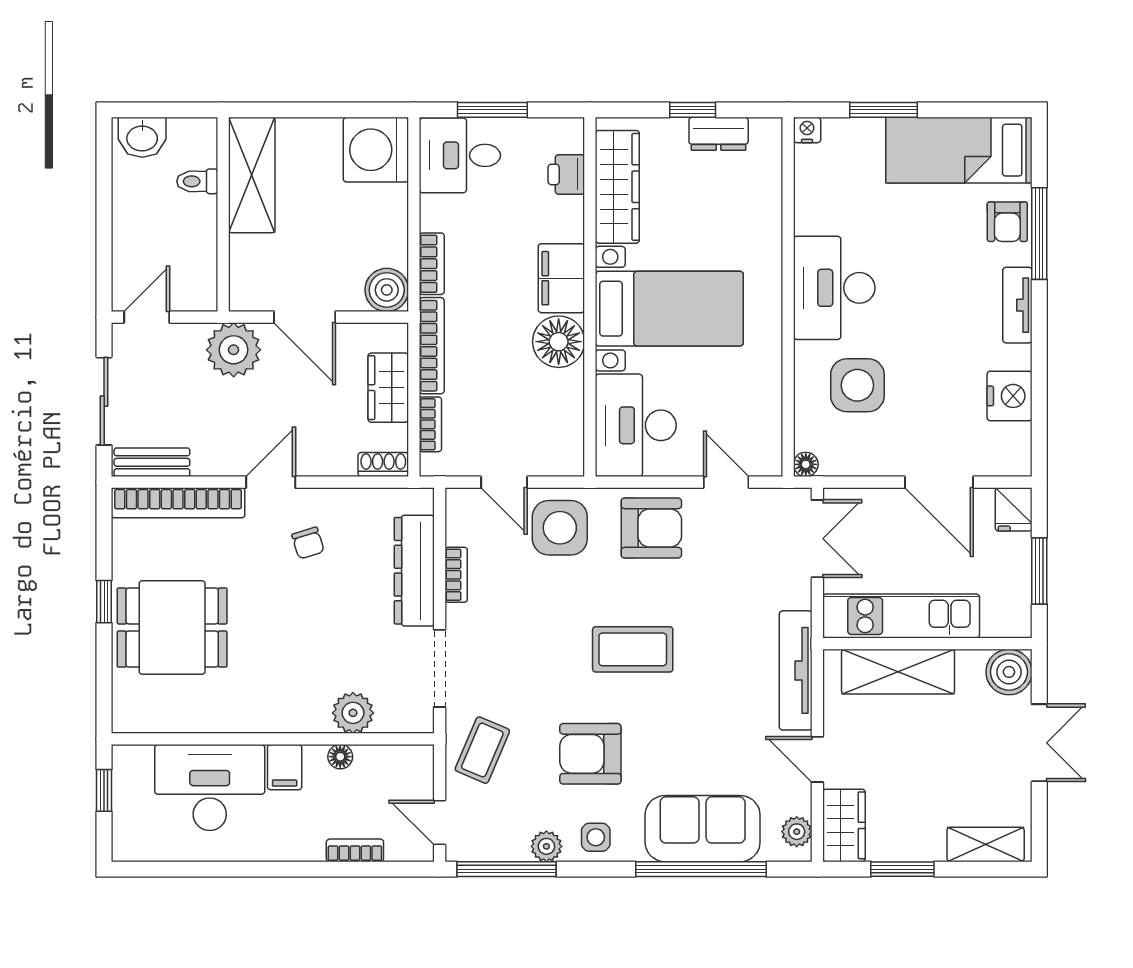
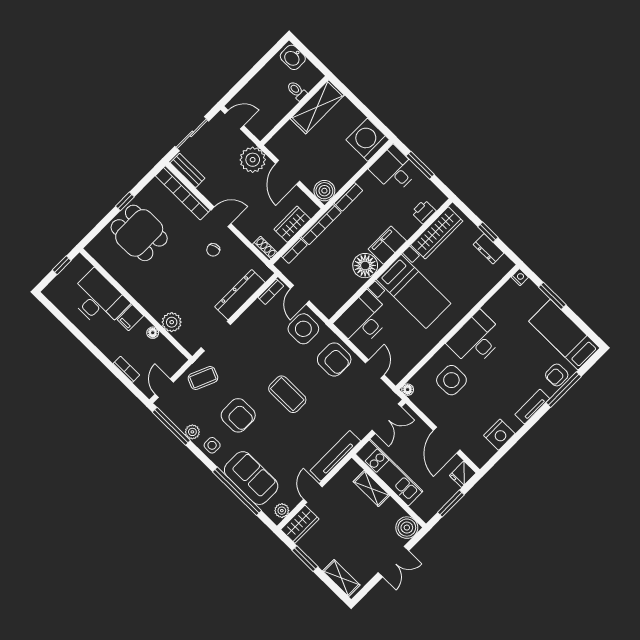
bookcase: (456, 575) -> (271, 292), moved
shelving: (898, 672) -> (371, 488), width x0.67, depth x0.75
armchair: (590, 754) -> (238, 415), turned 180

